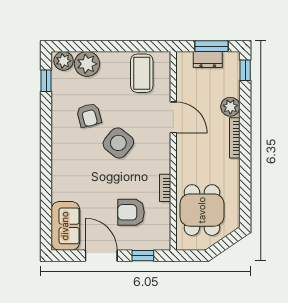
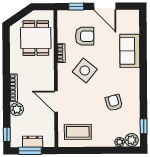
plant: (87, 64) -> (120, 142), width x0.53, depth x0.53
coffee table: (142, 73) -> (78, 132), turned 90
side table: (118, 143) -> (85, 71), moved
sofa: (65, 226) -> (130, 51), moved

